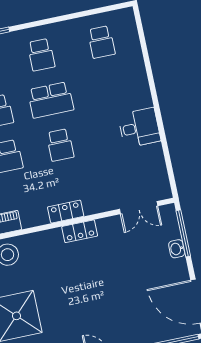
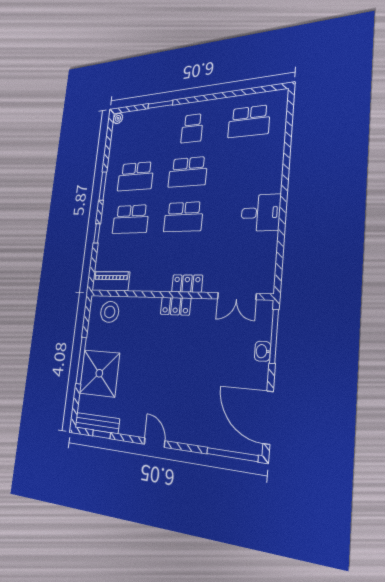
school desk: (101, 42) -> (249, 121), width x1.85
school desk: (60, 145) -> (183, 217), width x1.85
locker: (66, 212) -> (187, 284), moved

